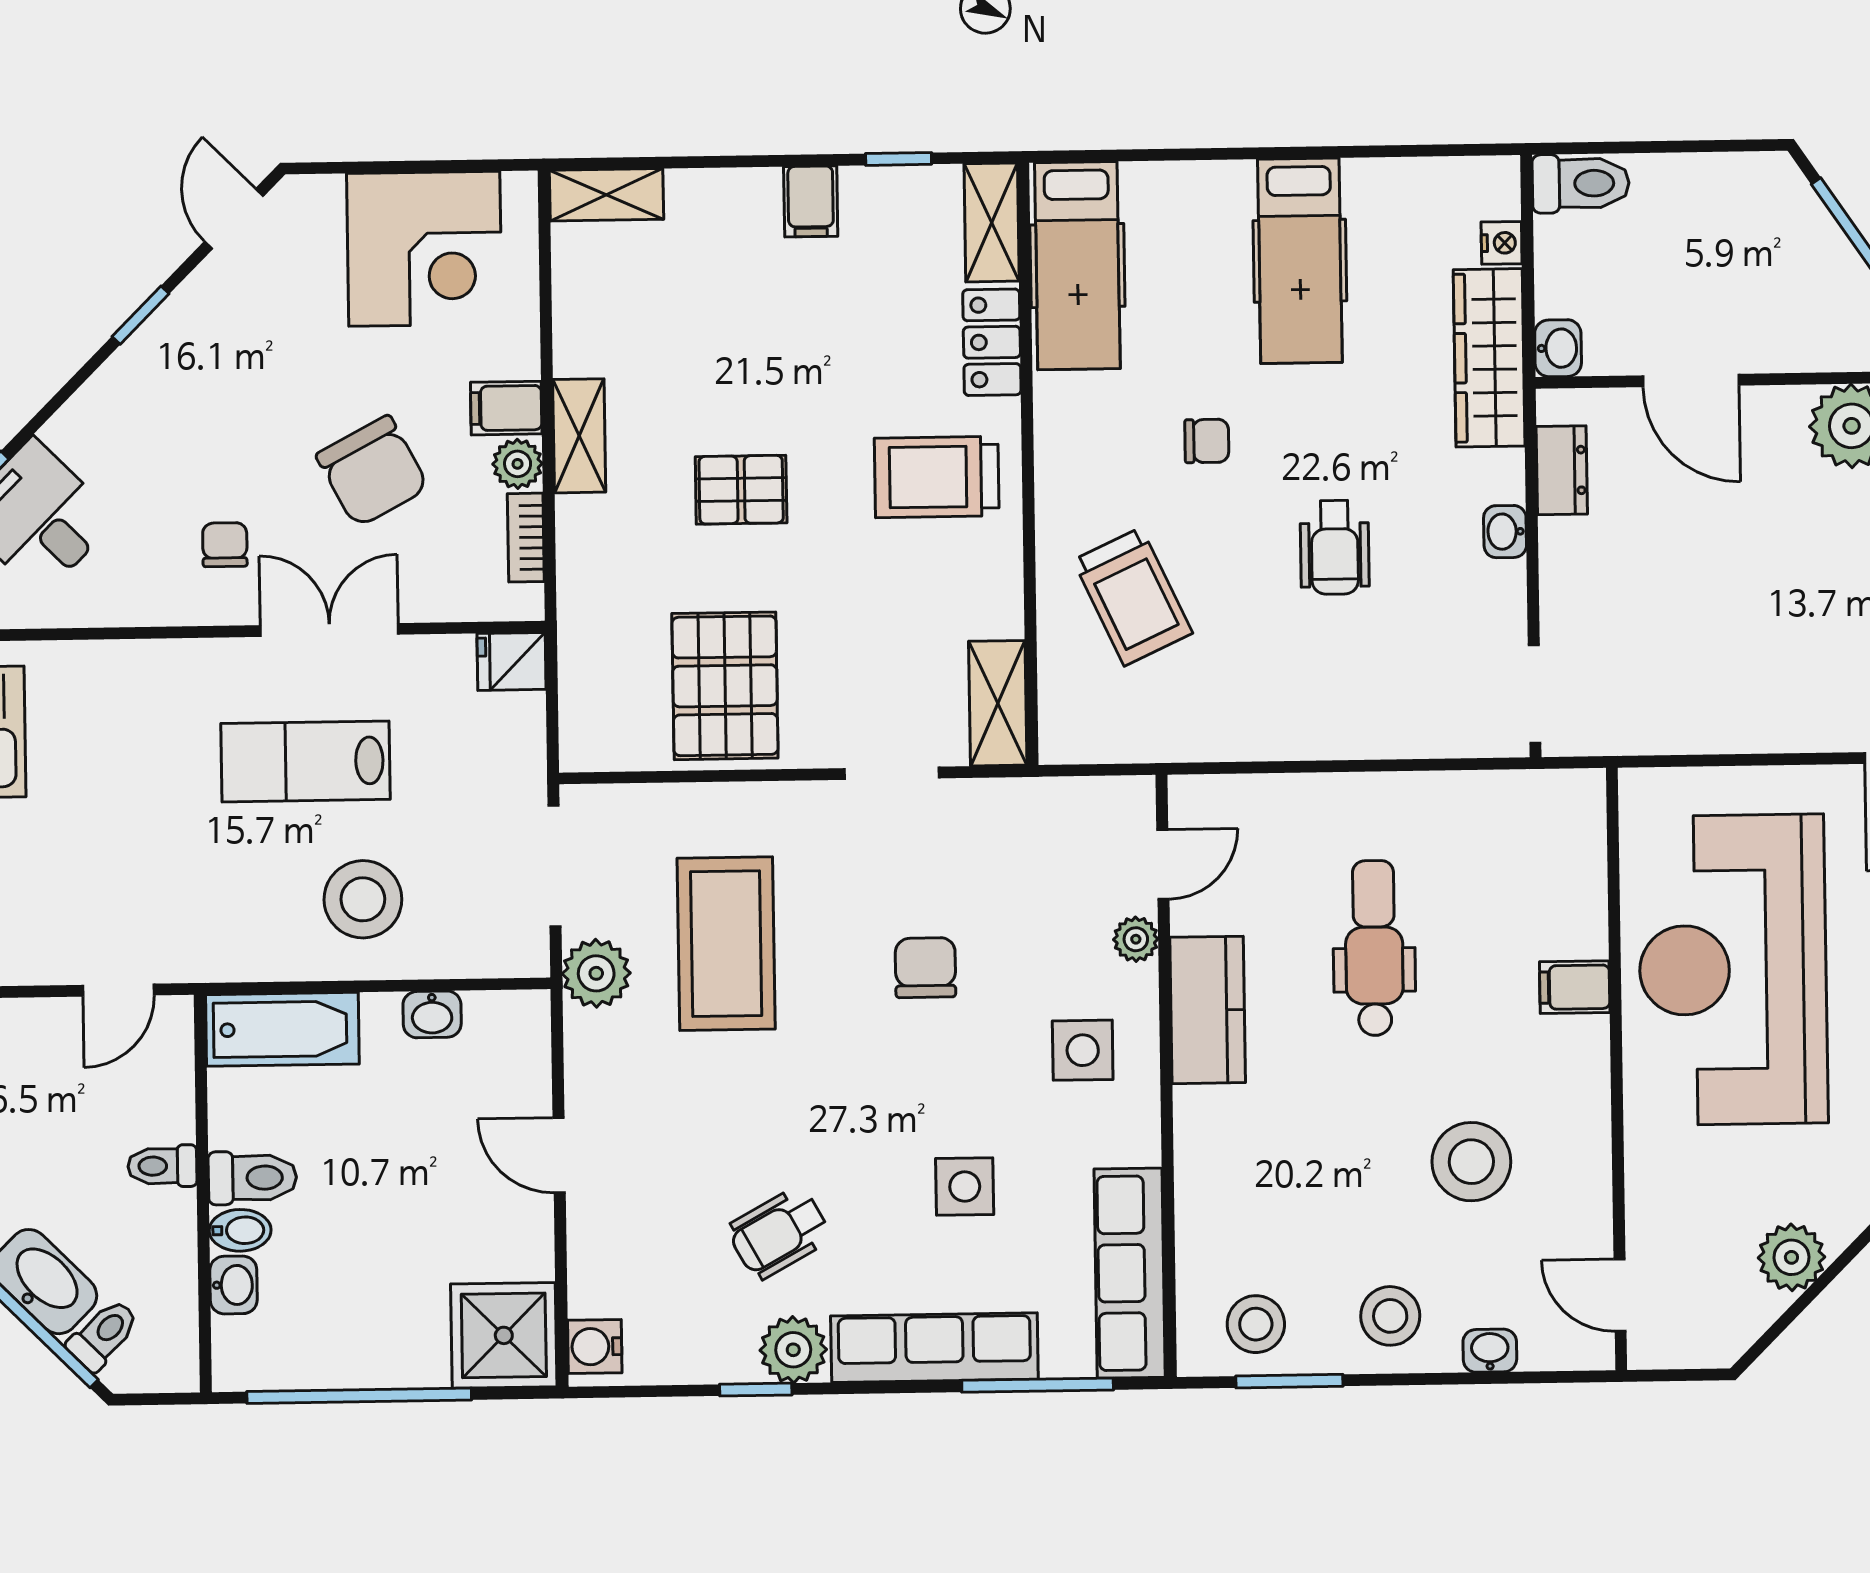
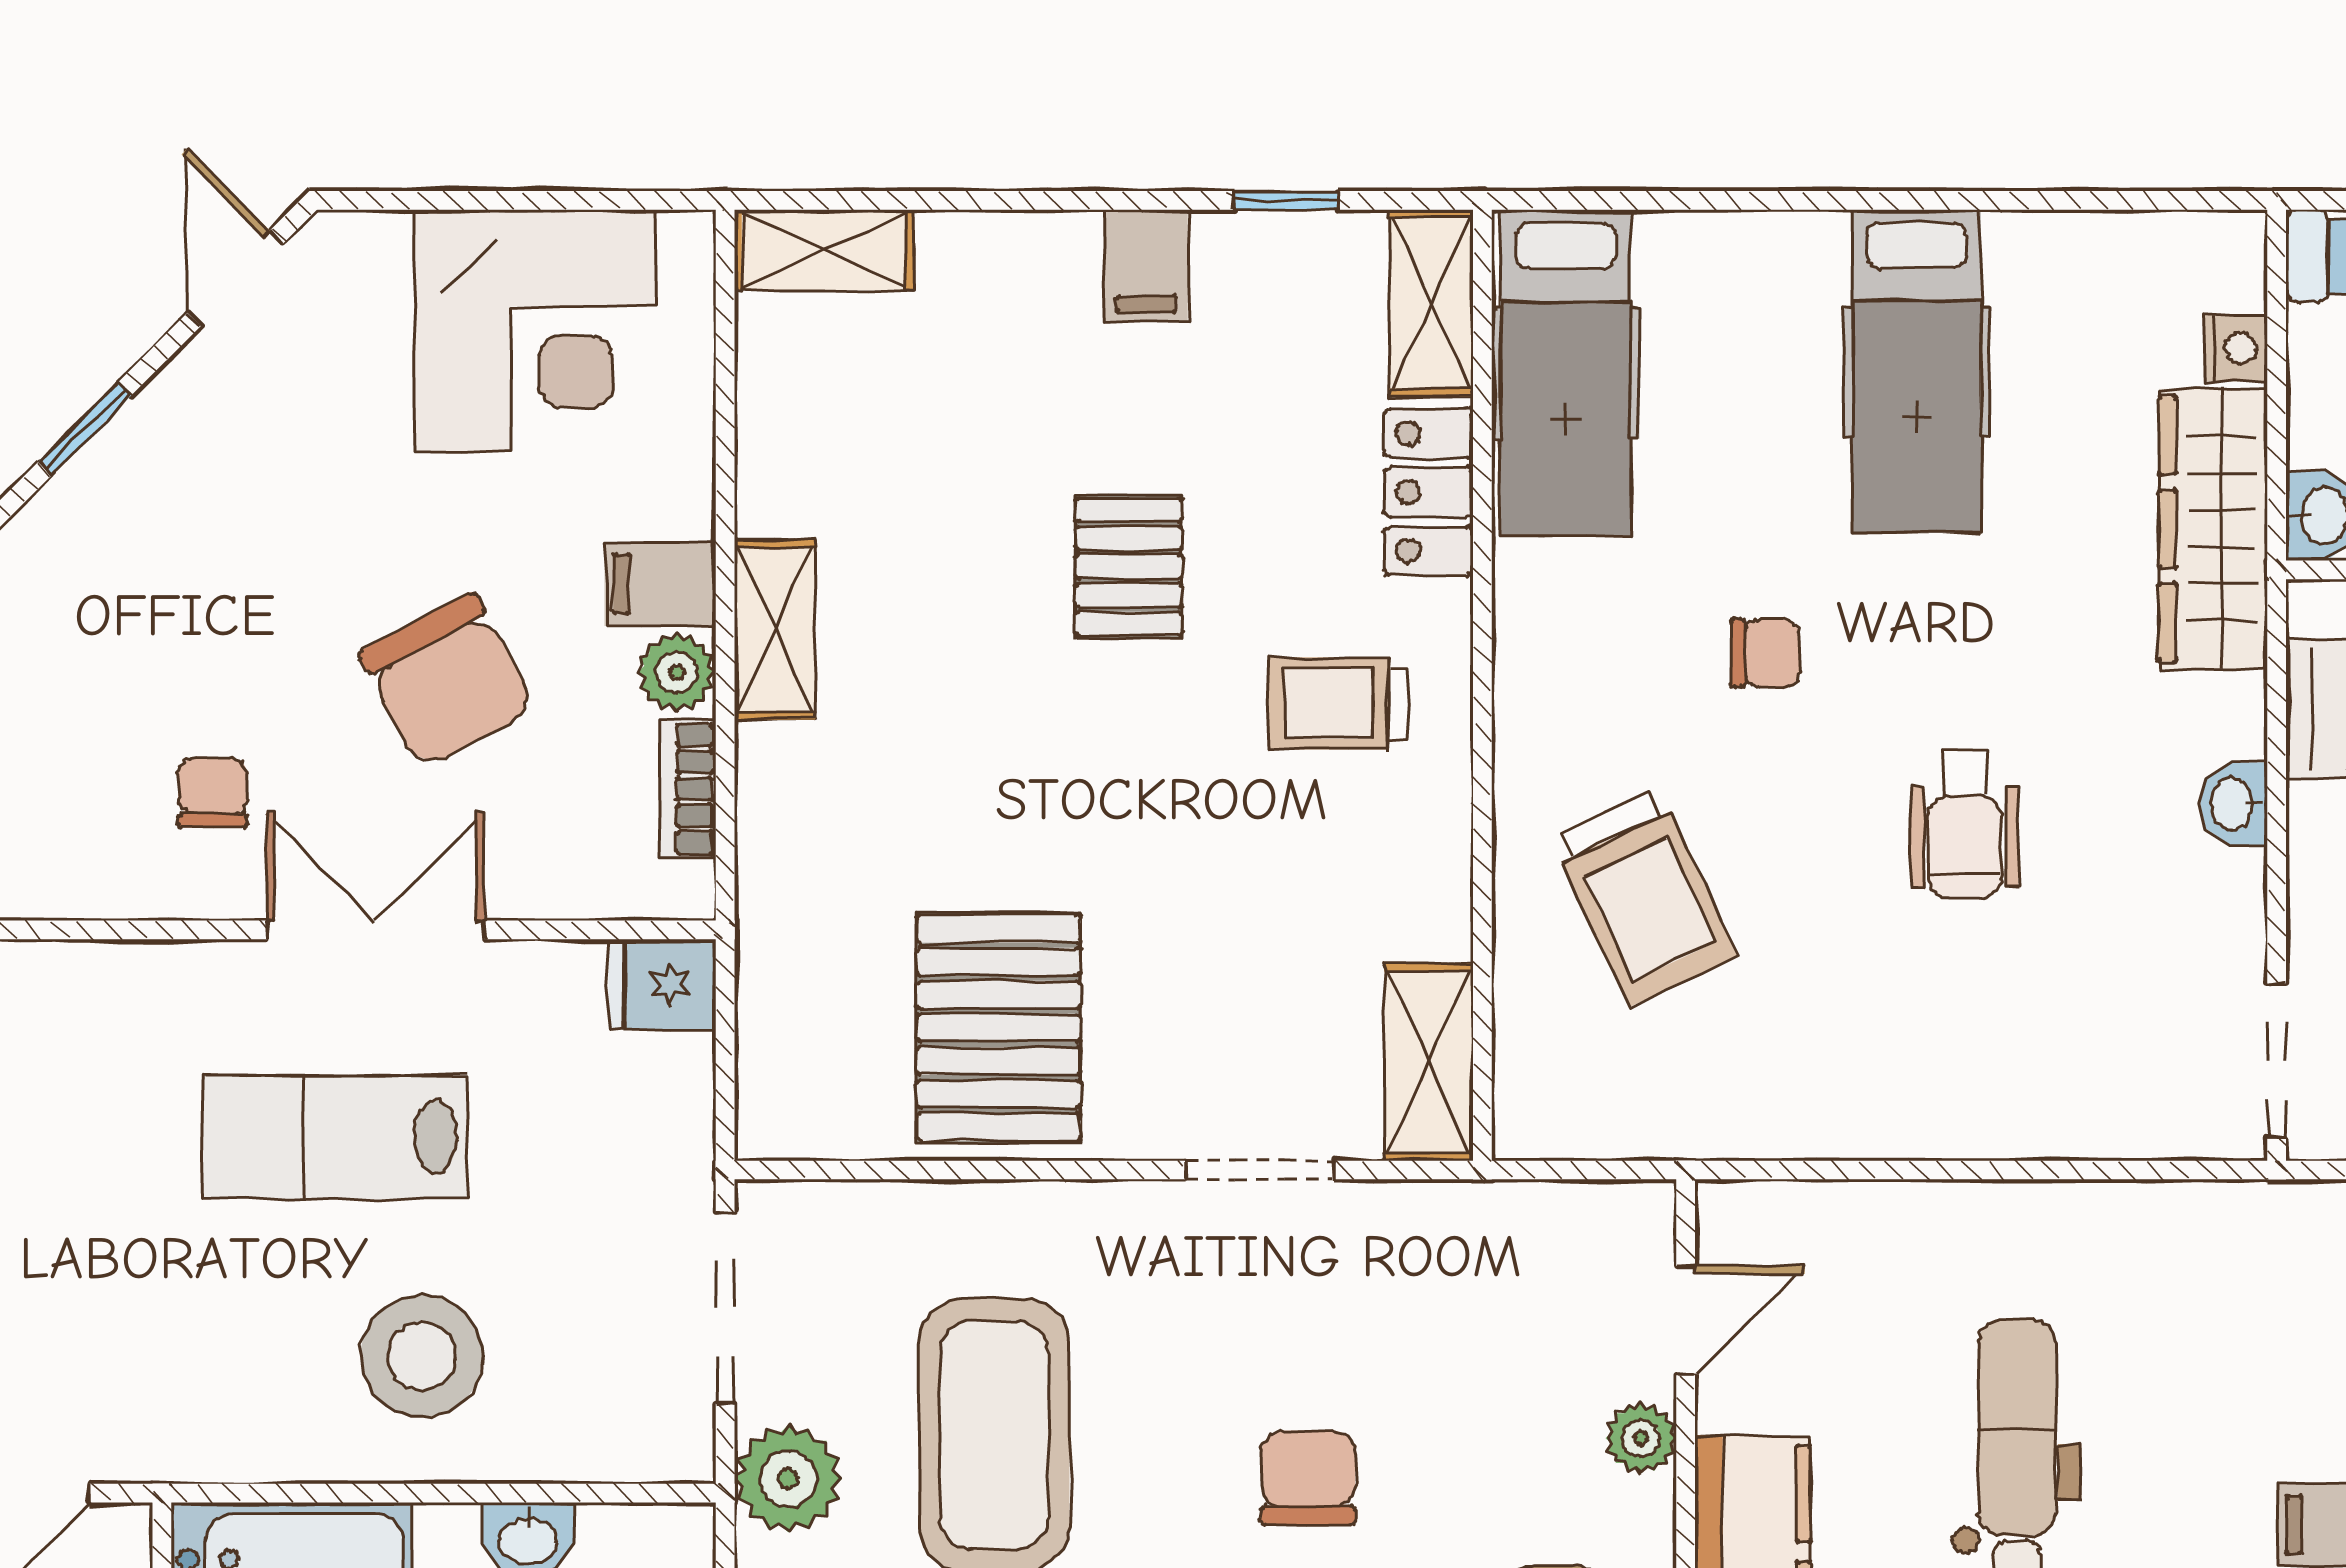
trolley: (937, 477) -> (1338, 703), width x0.73, depth x0.72
pallet: (741, 490) -> (1129, 567), moved, turned 90

